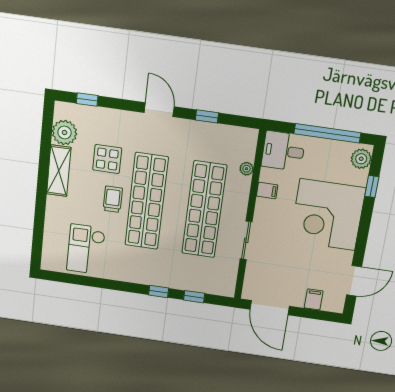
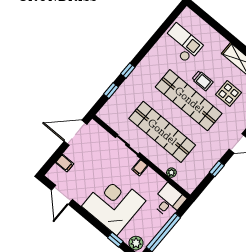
filing cabinet: (267, 191) -> (140, 167), moved

